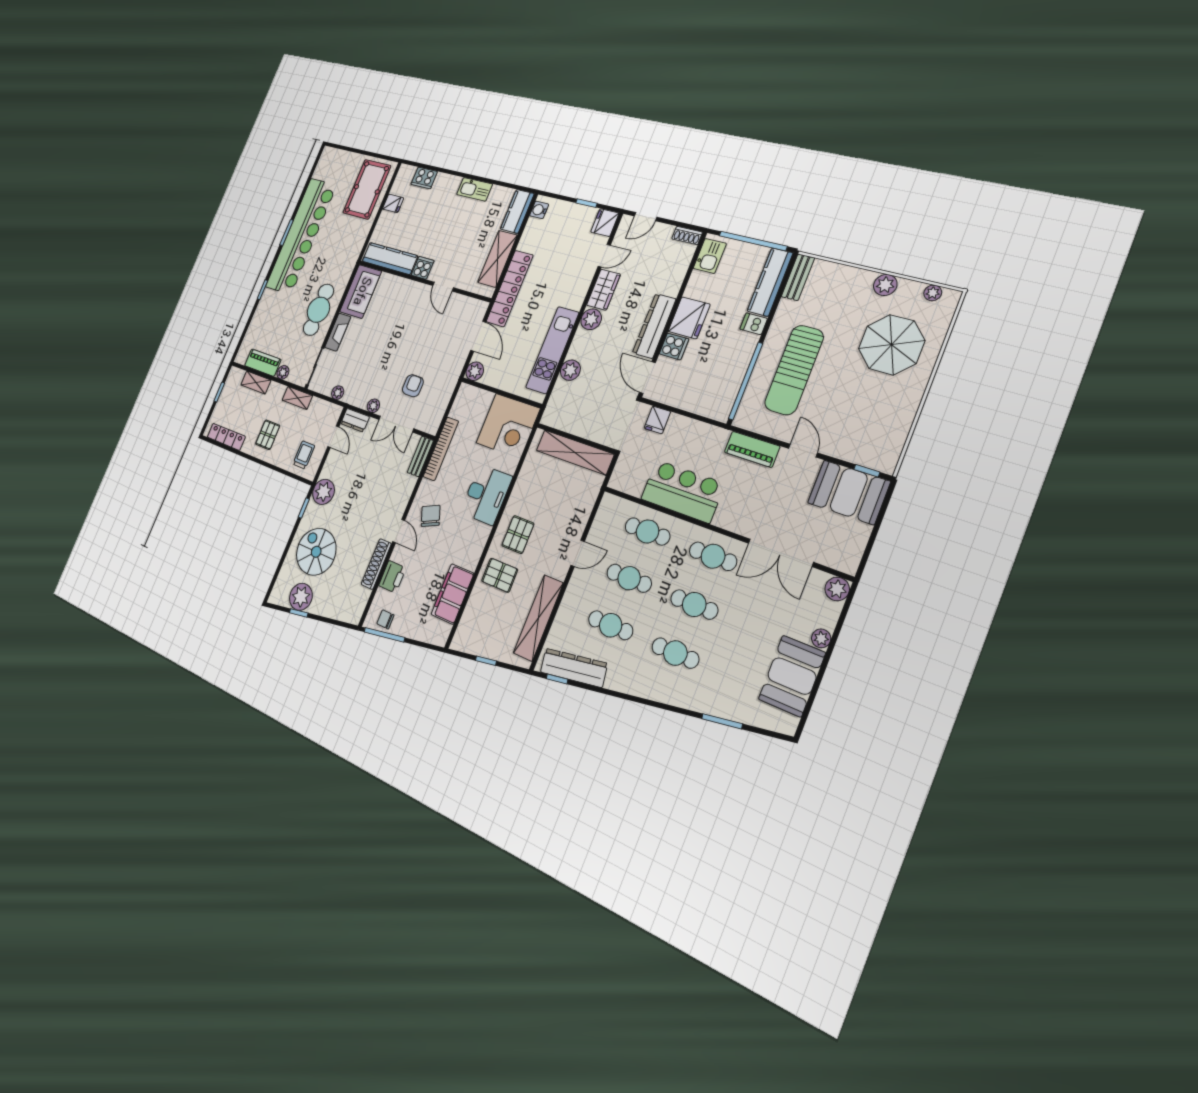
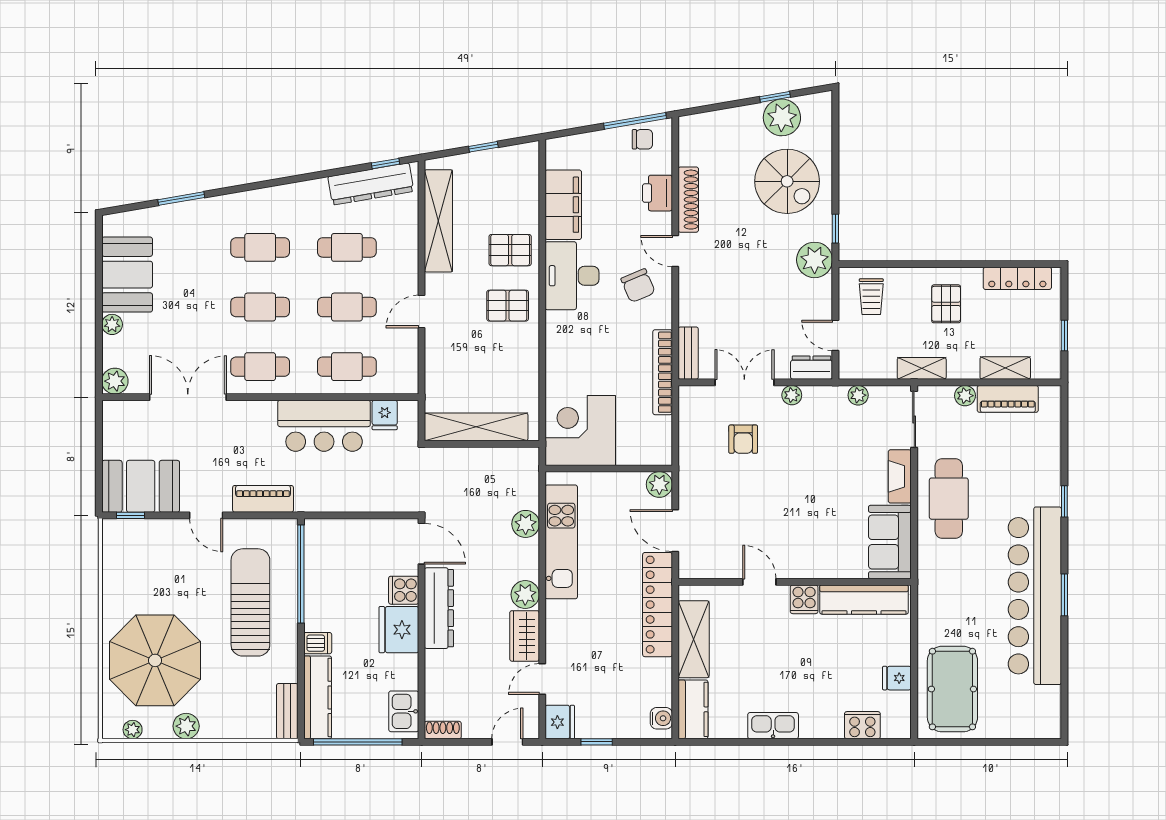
parasol: (891, 345) -> (155, 660), width x1.36, depth x1.36
fridge: (657, 420) -> (385, 415), moved, turned 180
desk: (486, 495) -> (572, 276), moved
pallet: (518, 535) -> (508, 306), turned 90

